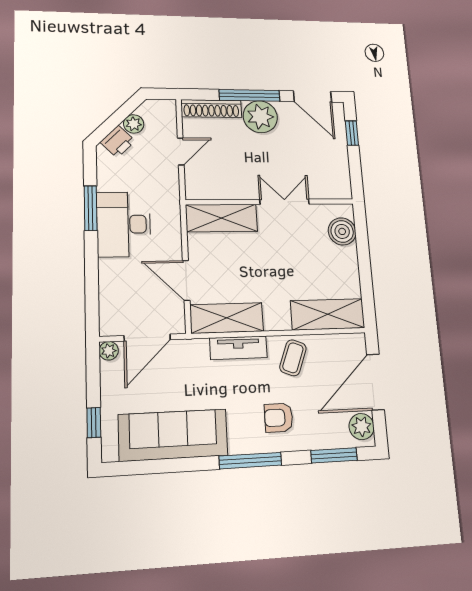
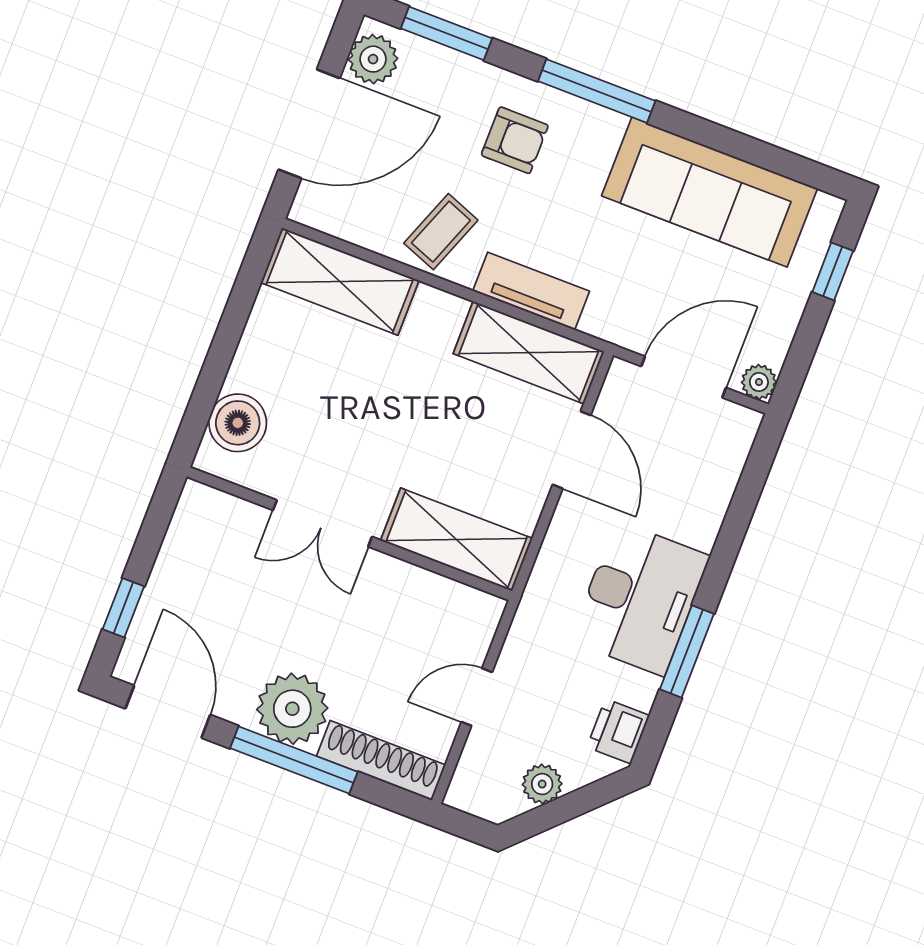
printer: (118, 142) -> (618, 731), moved, turned -45

